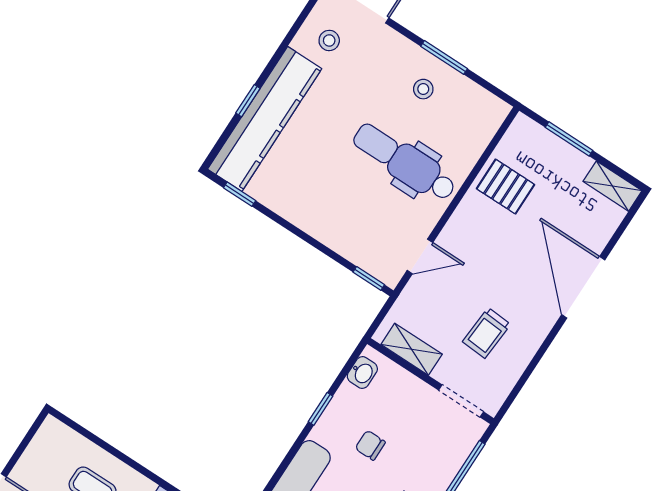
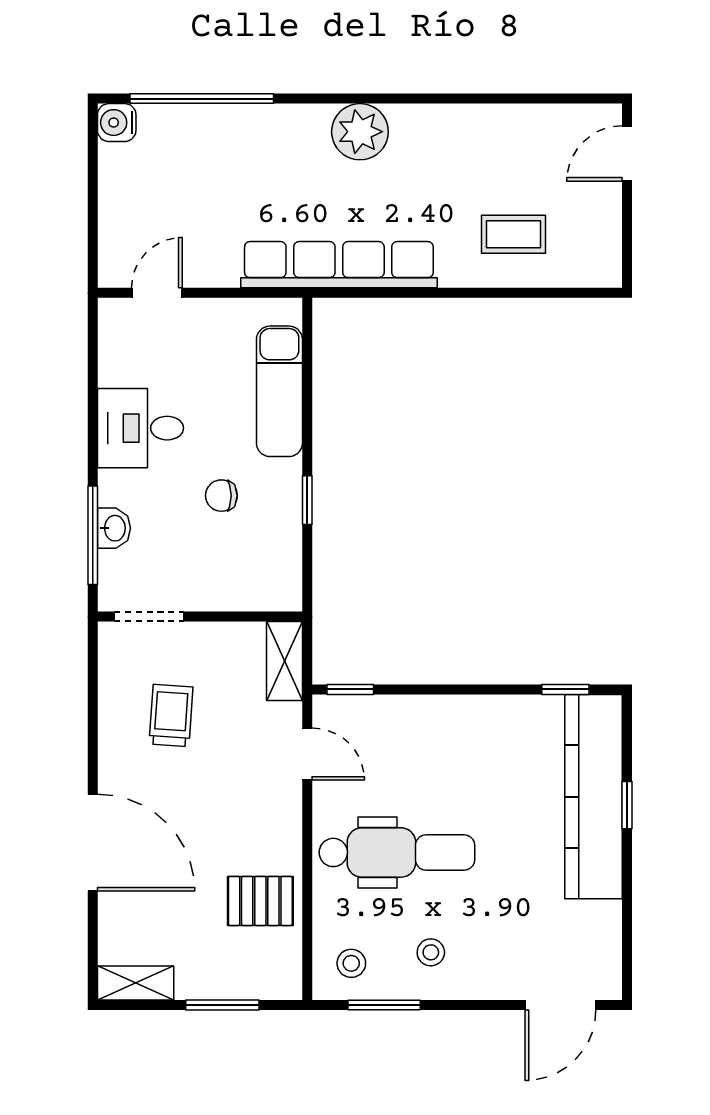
stool: (329, 40) -> (351, 963), moved
window: (444, 57) -> (384, 1005), moved
door: (420, 256) -> (307, 754), swing flipped
shelving: (412, 349) -> (285, 661), moved, turned 90
washbasin: (362, 373) -> (114, 528), moved, turned 180
chair: (370, 445) -> (221, 496), turned 180

